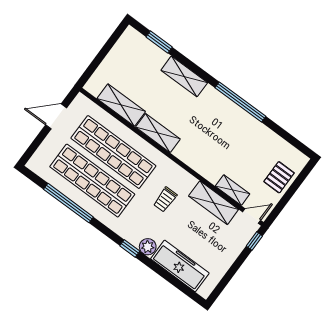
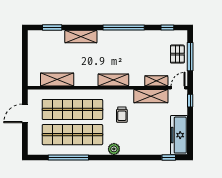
shelving: (158, 133) -> (113, 80), moved
window: (290, 139) -> (167, 28), added
window: (291, 191) -> (190, 57), added
plant: (148, 247) -> (114, 149), moved
window: (130, 248) -> (169, 157), moved
freezer: (180, 266) -> (179, 135), moved, turned -90

